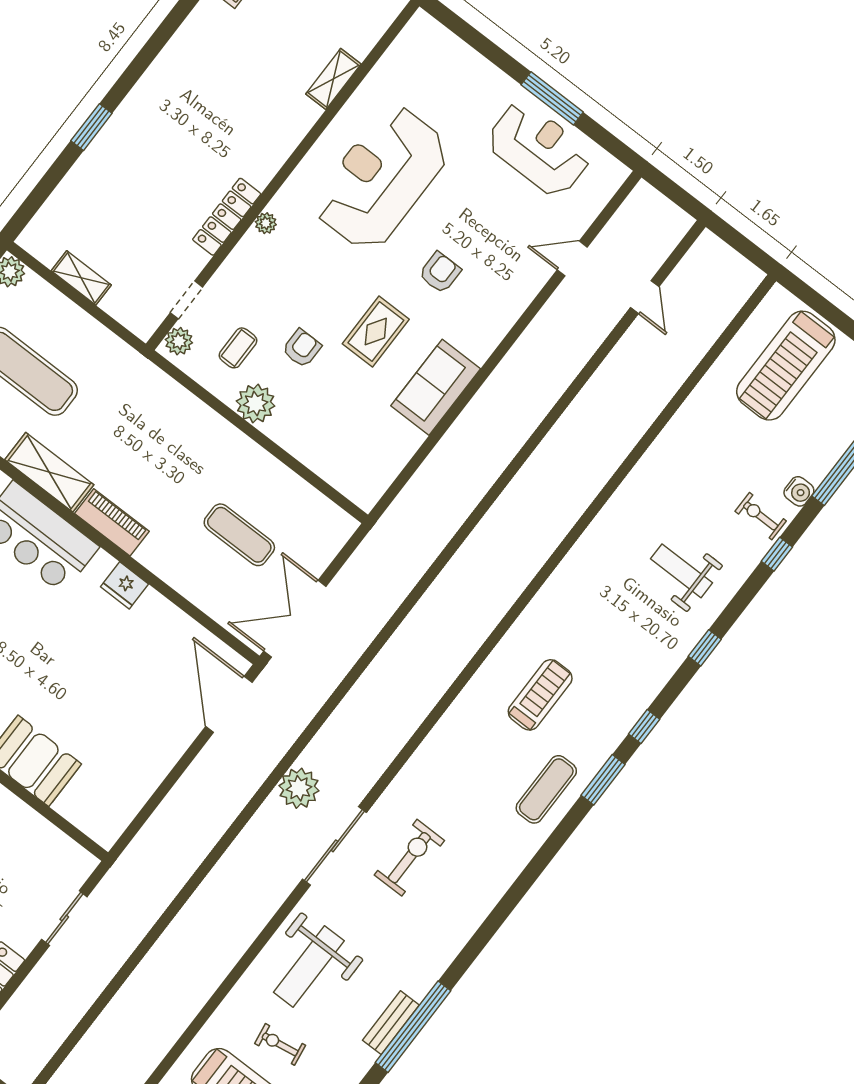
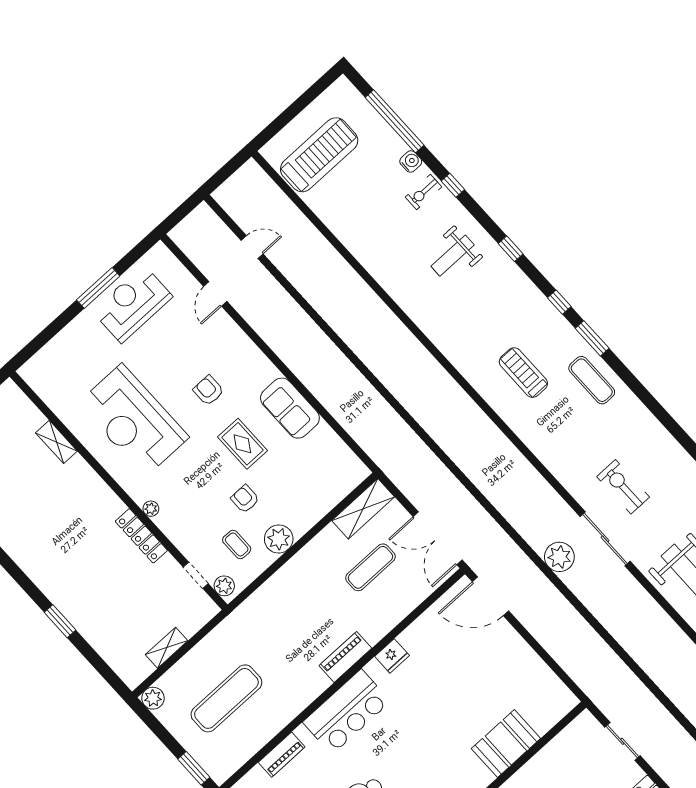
treadmill: (786, 366) -> (319, 155), turned -90
shelving: (49, 472) -> (363, 509), moved

